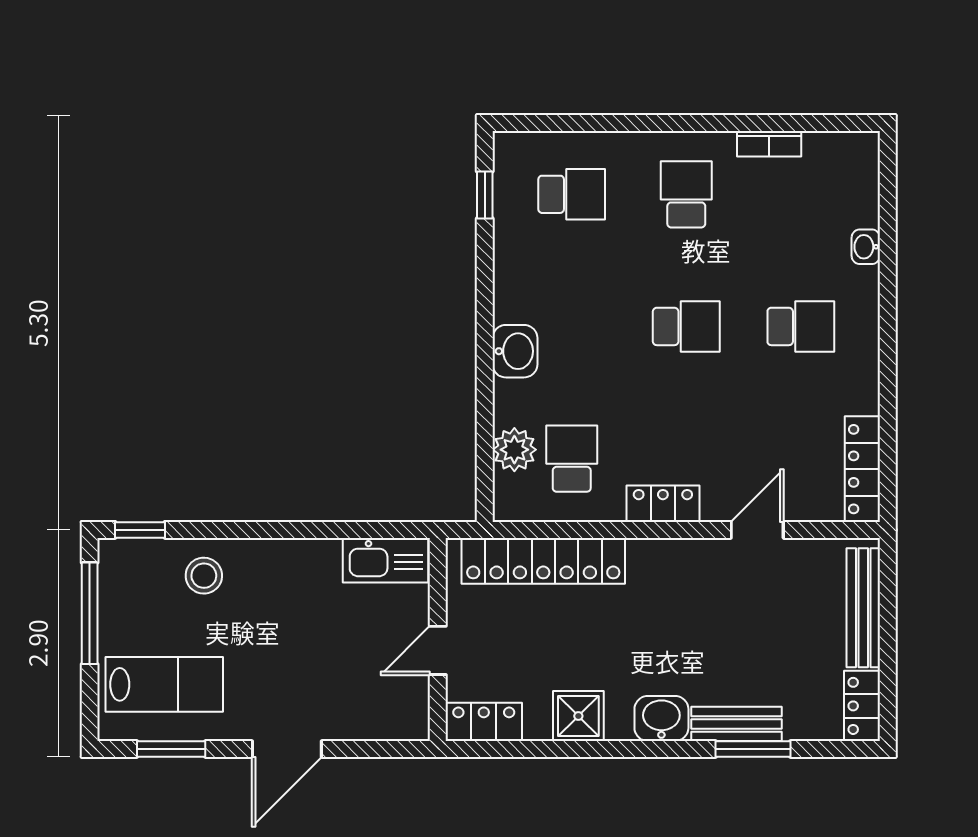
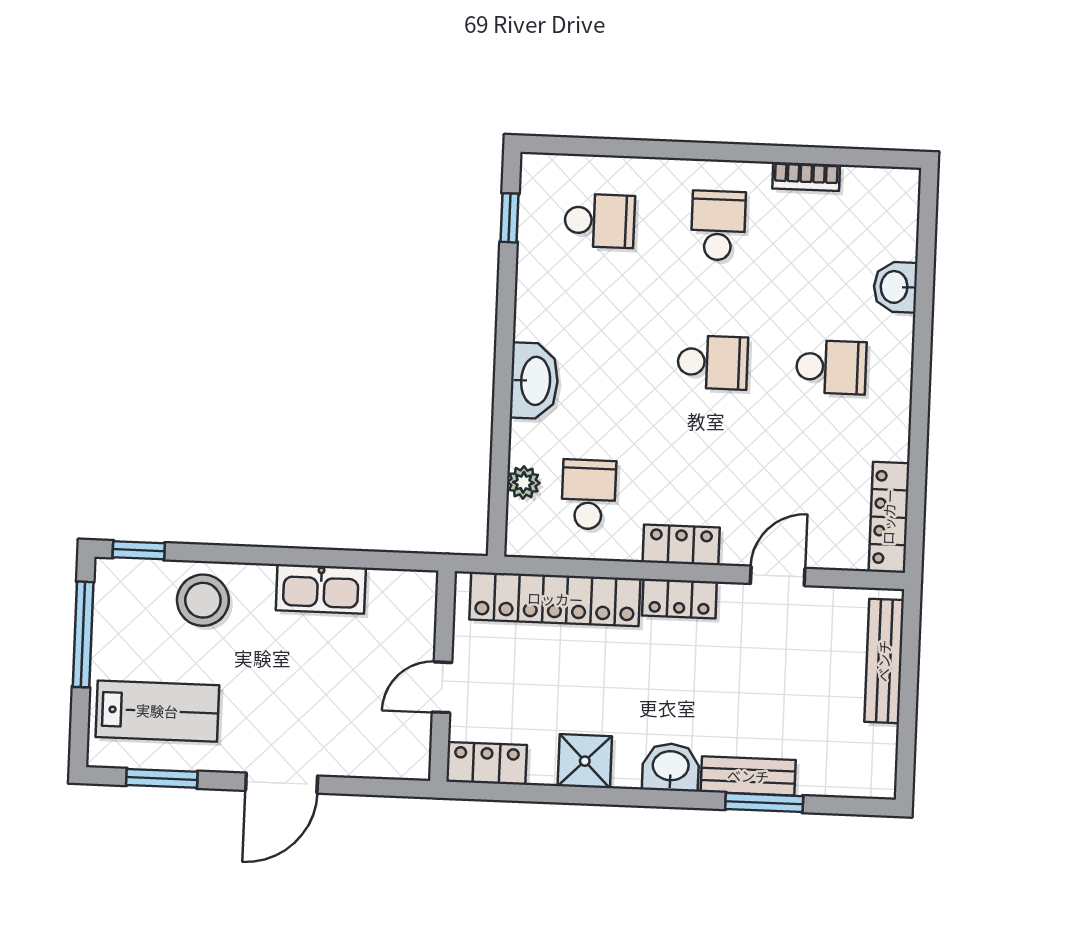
washbasin: (866, 247) -> (895, 287), width x1.38, depth x1.45
washbasin: (515, 351) -> (534, 381), width x1.38
plant: (514, 450) -> (523, 482), width x0.73, depth x0.73
kitchen sink: (386, 560) -> (321, 589), moved
stool: (204, 576) -> (203, 600), width x1.38, depth x1.38
locker: (862, 706) -> (679, 599), moved, turned -90

